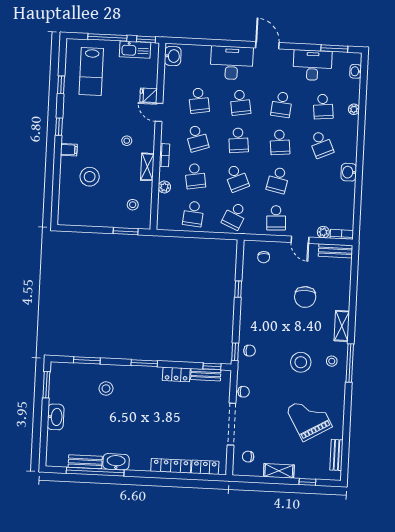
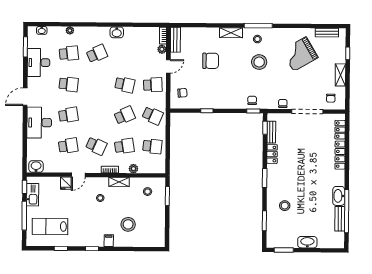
lab bench: (91, 71) -> (50, 226), turned 180
school desk: (197, 138) -> (96, 146), turned 42
school desk: (238, 140) -> (96, 115), removed
school desk: (280, 142) -> (97, 84), removed

